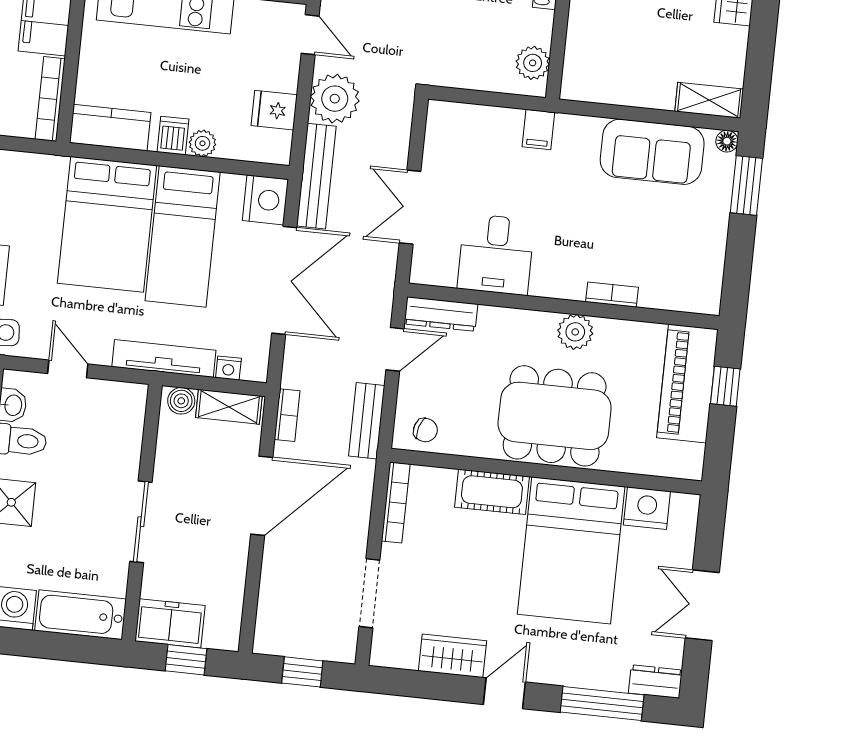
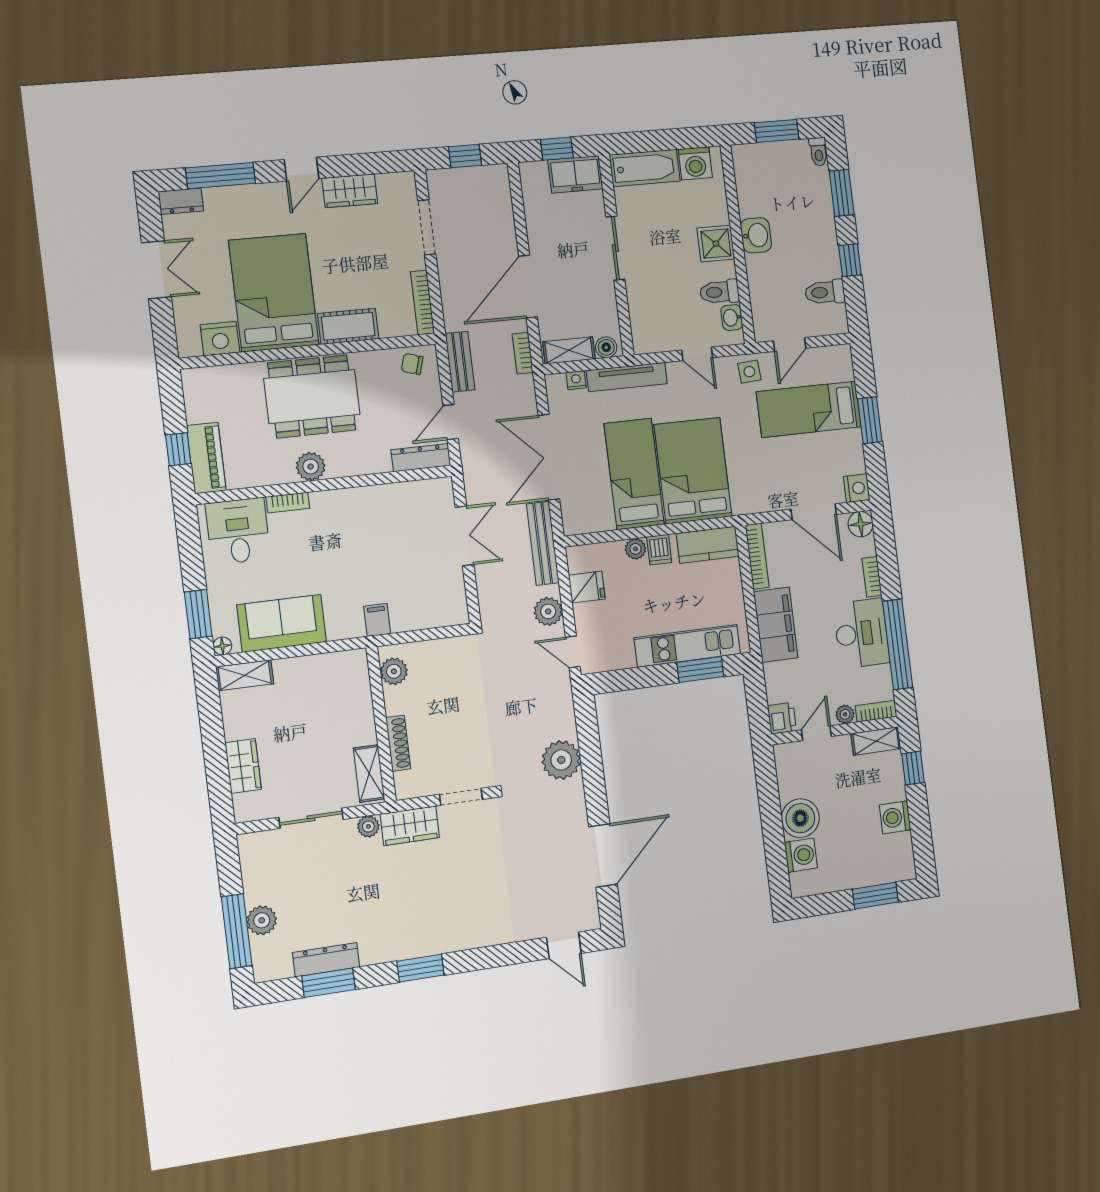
plant: (335, 99) -> (548, 611), width x0.73, depth x0.73
nightstand: (265, 200) -> (578, 516), removed
desk: (496, 254) -> (238, 531), moved
piano: (687, 383) -> (206, 458), width x0.73, depth x0.75

